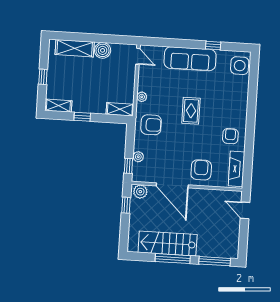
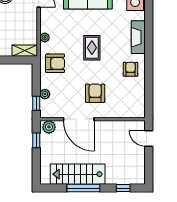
fireplace: (237, 169) -> (138, 37), moved
armchair: (201, 170) -> (95, 93), moved
window: (215, 261) -> (123, 188), width x0.46

